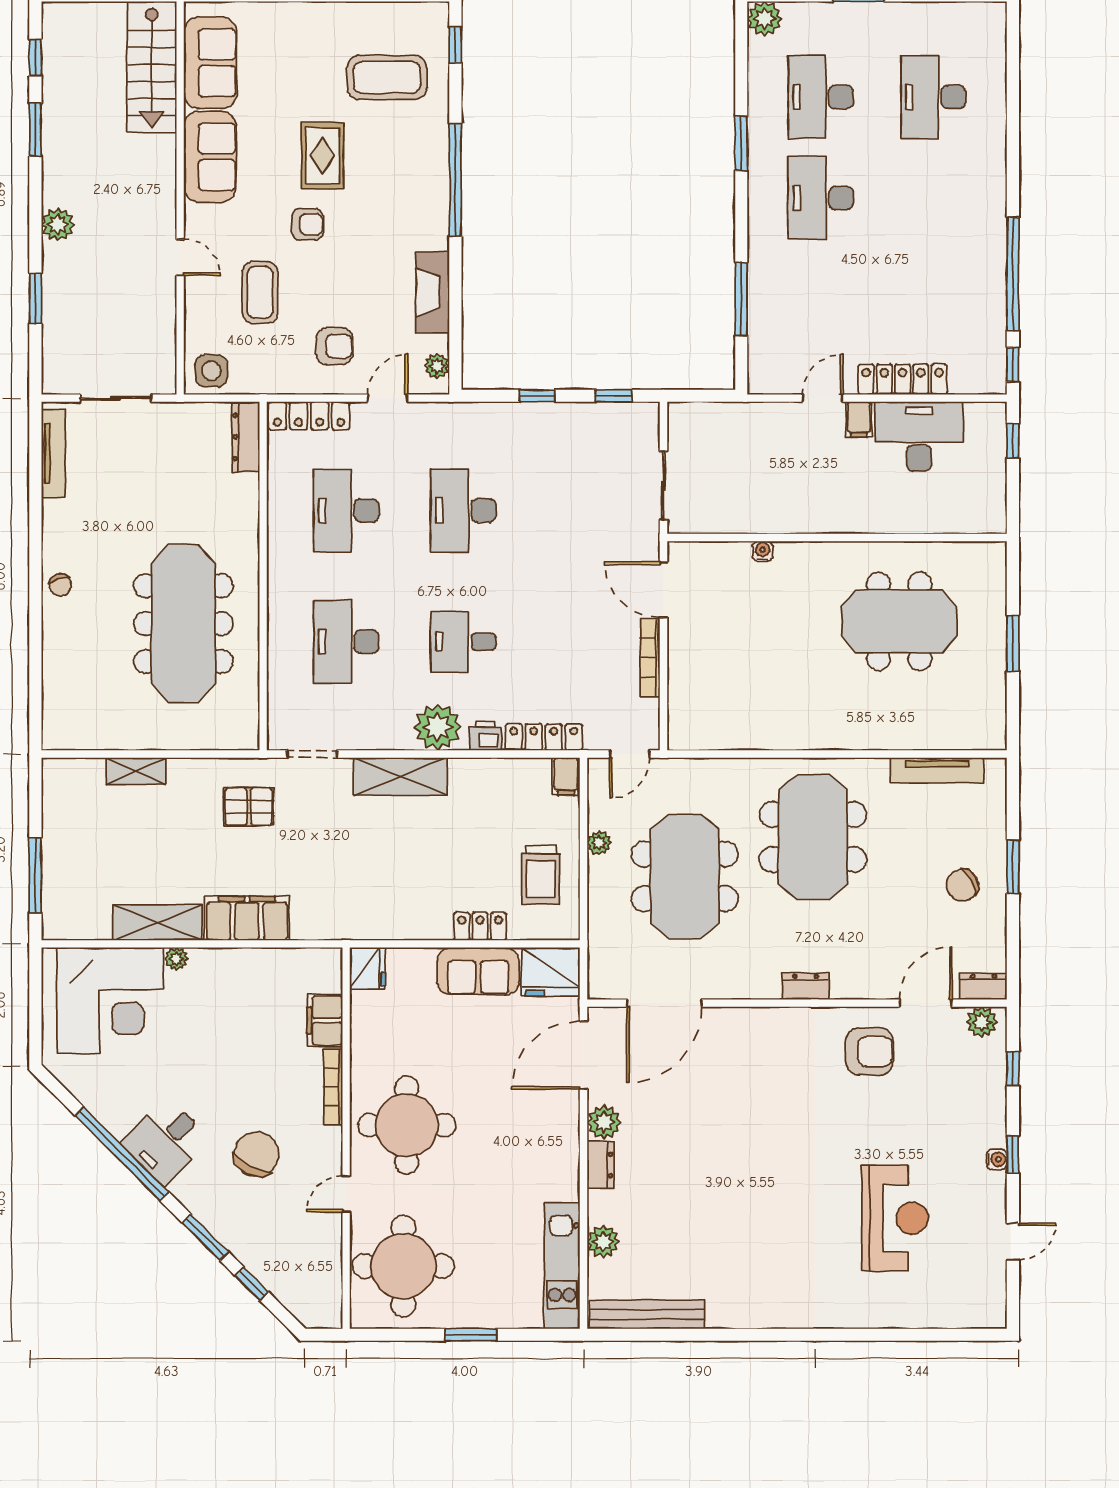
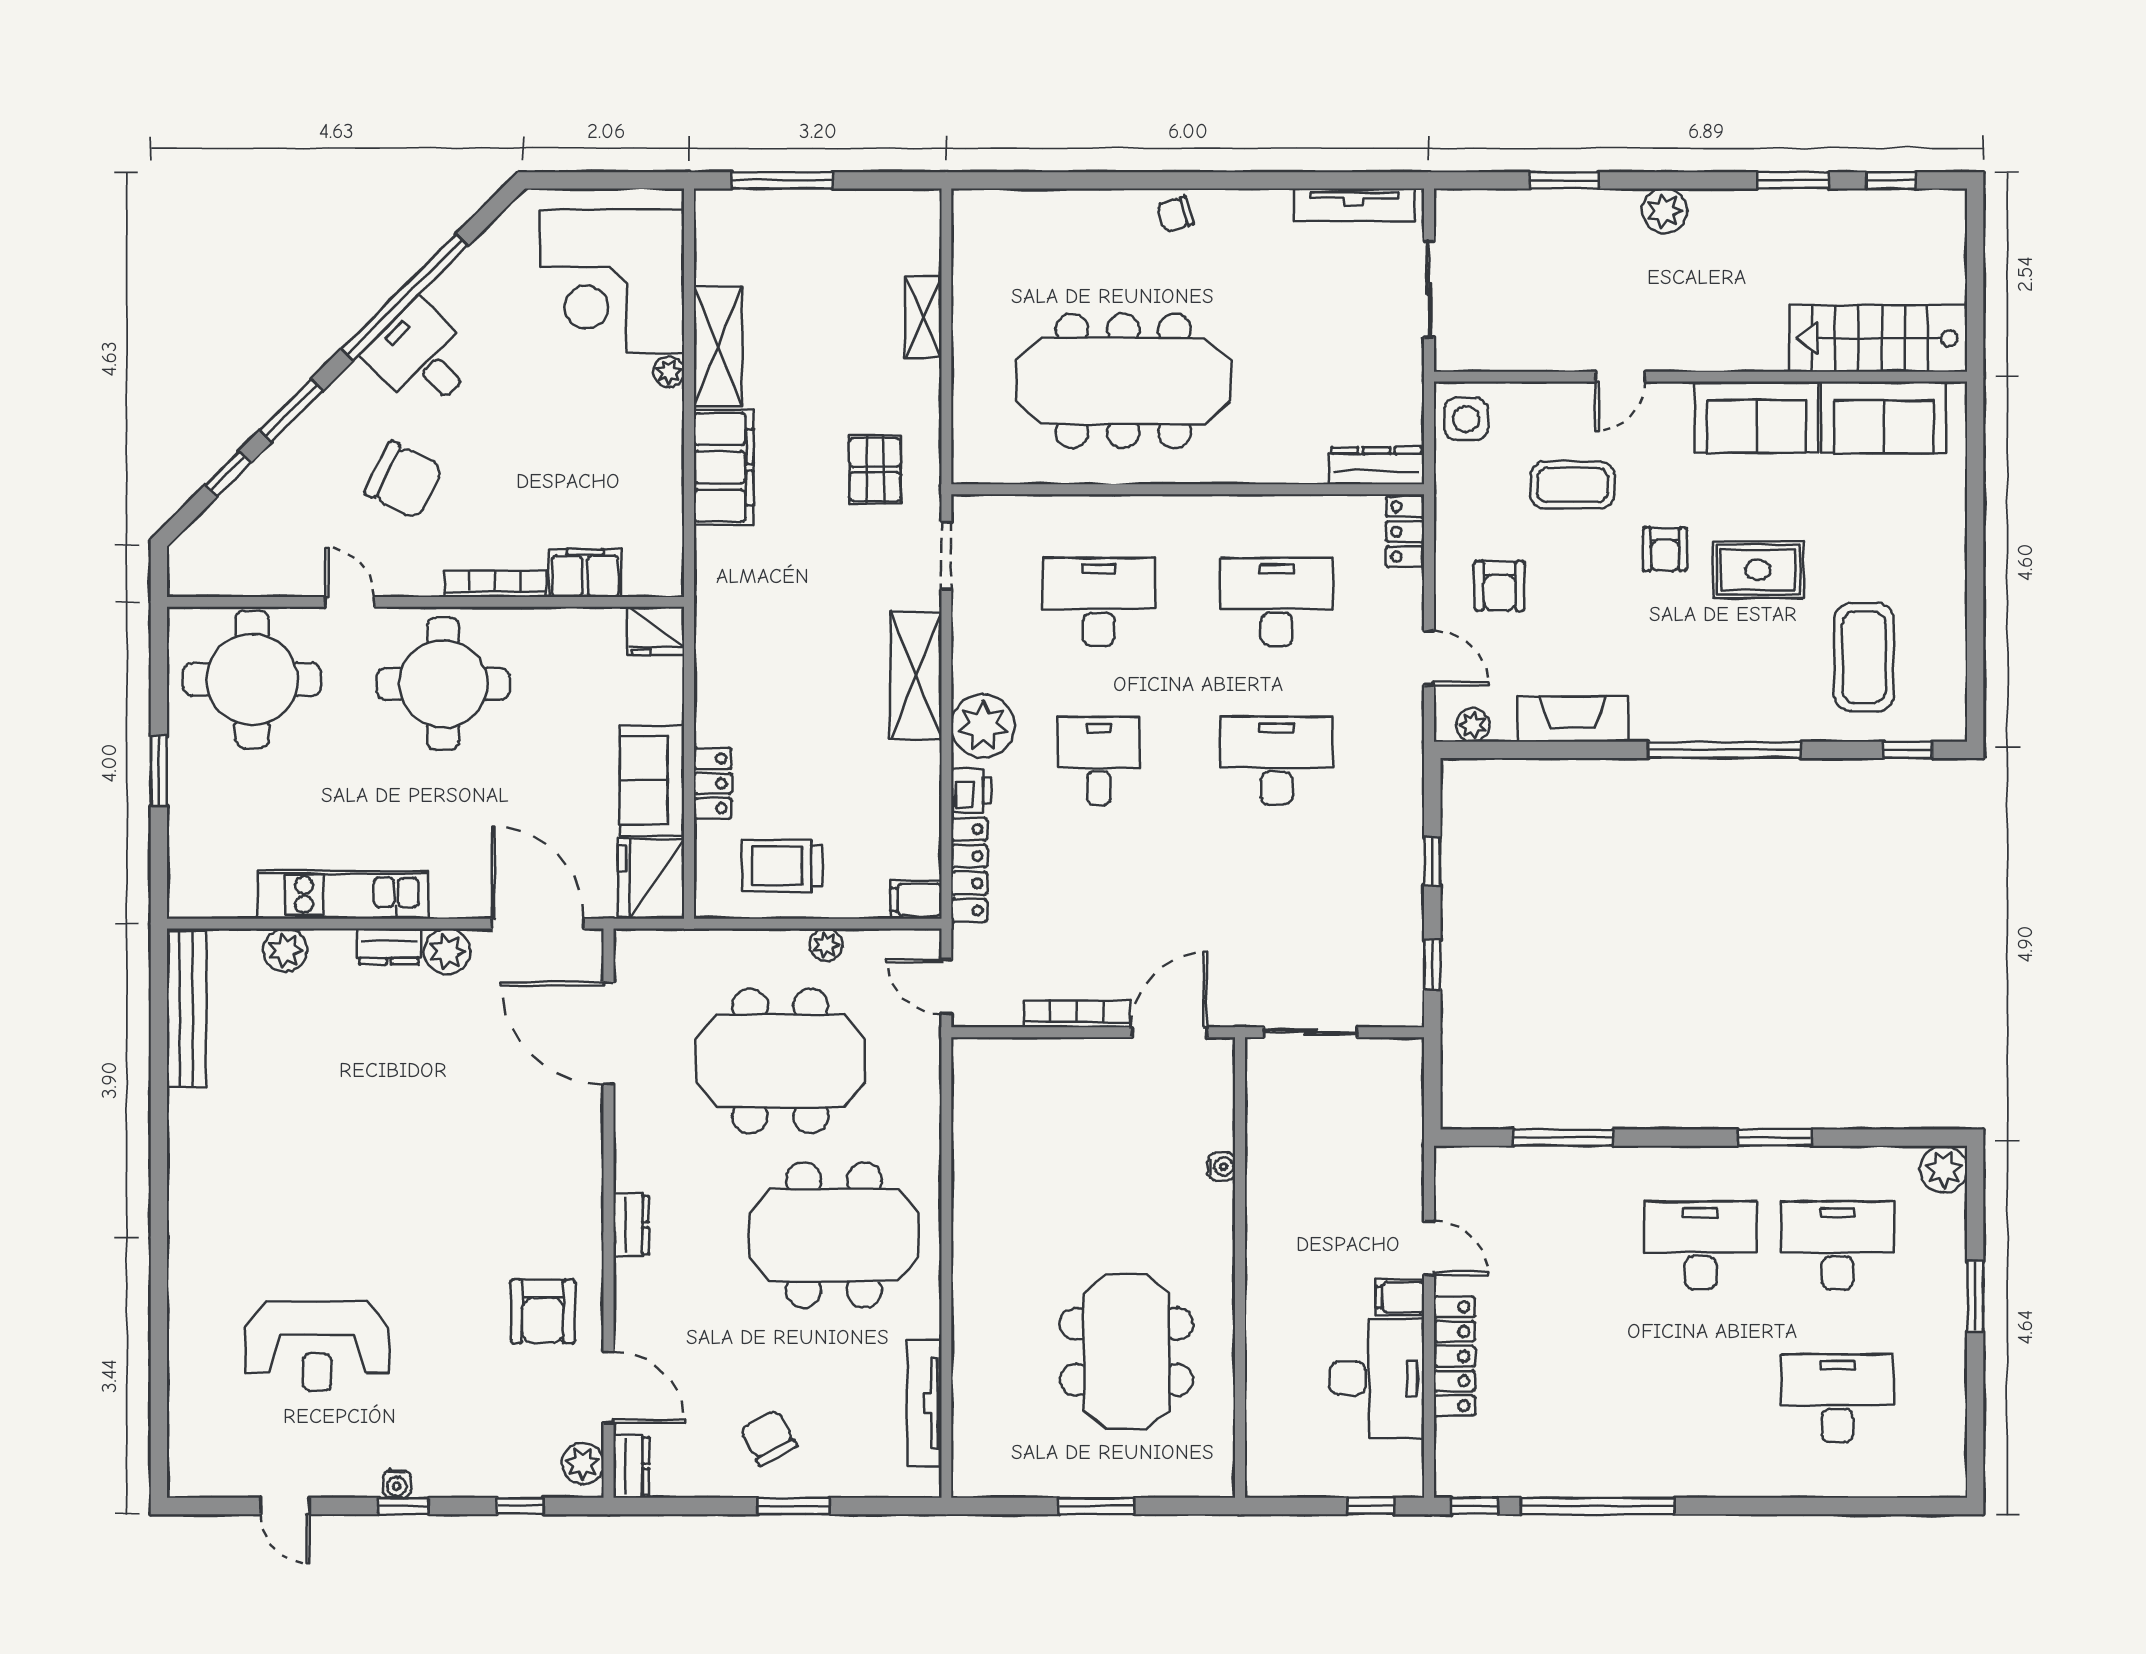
locker: (309, 416) -> (1405, 532), width x0.66
kitchen unit: (562, 1266) -> (343, 895), moved

